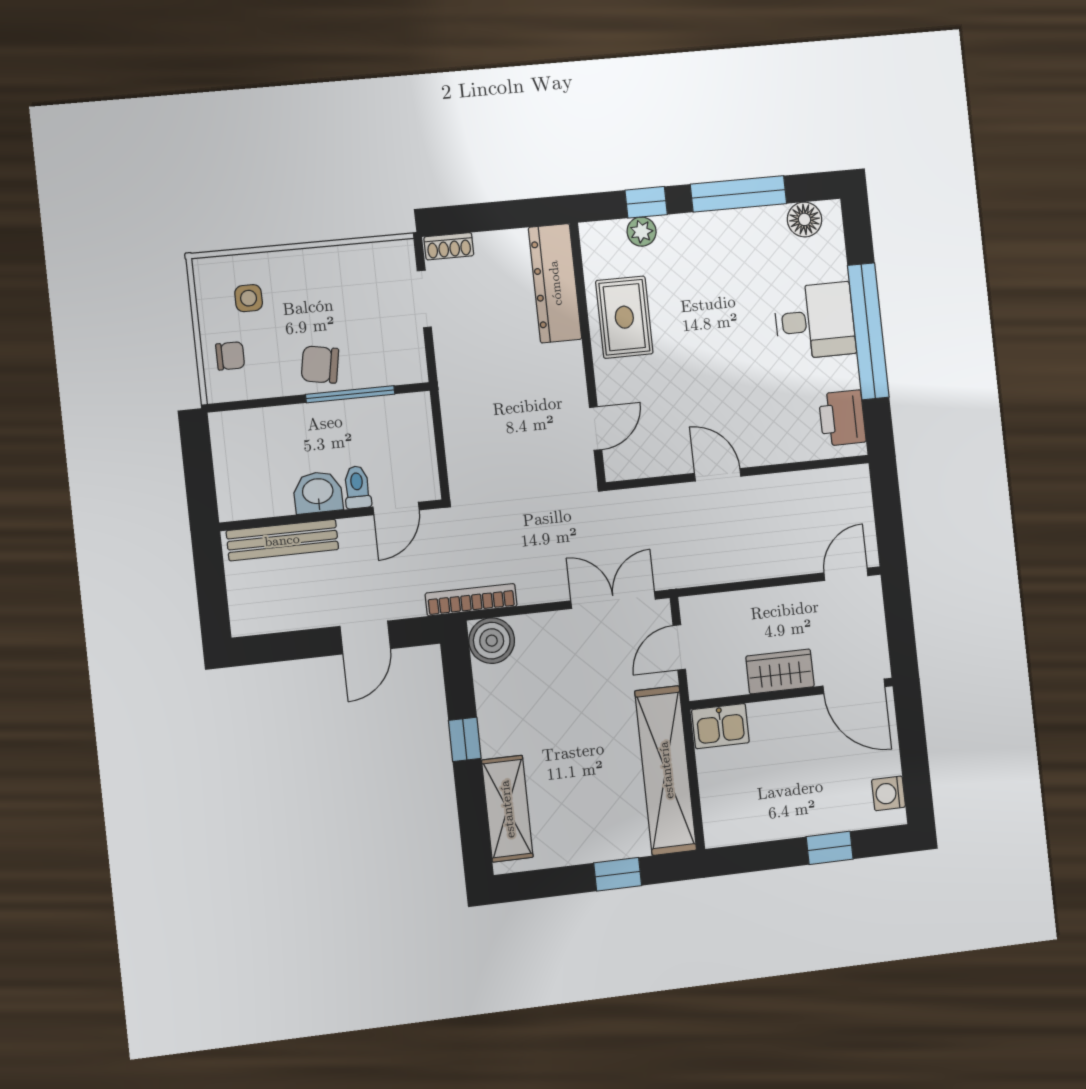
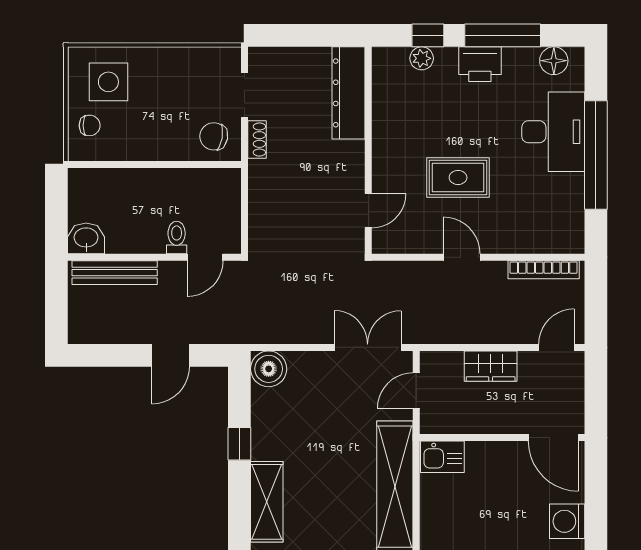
shoe rack: (449, 246) -> (257, 140), moved, turned -90
side table: (249, 298) -> (108, 82), width x1.87, depth x1.87
rug: (624, 317) -> (458, 177), moved, turned 90
desk: (815, 321) -> (553, 132), width x1.37
chair: (320, 365) -> (214, 136), moved
window: (350, 394) -> (179, 164), removed
printer: (842, 418) -> (480, 64), moved, turned -90
washbasin: (318, 492) -> (86, 238), moved
bookcase: (471, 600) -> (544, 270), moved, turned 180
wardrobe: (780, 671) -> (491, 366), moved, turned 180
washing machine: (888, 793) -> (567, 521), width x1.38, depth x1.38

